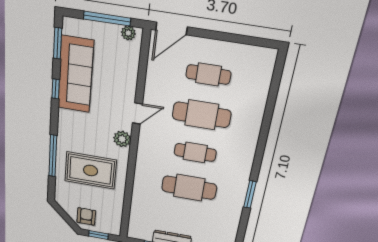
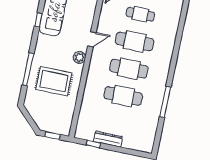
cafe table: (195, 152) -> (129, 69), width x1.37, depth x1.35
window: (250, 194) -> (165, 102), width x1.44
armchair: (86, 216) -> (45, 119), removed

